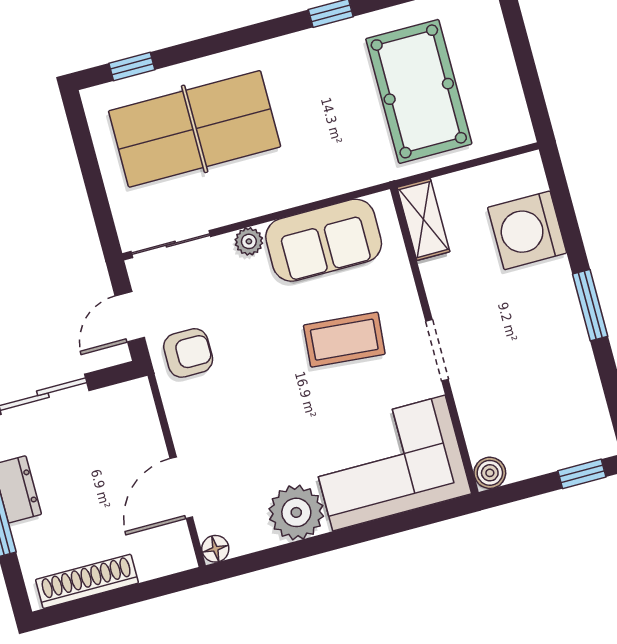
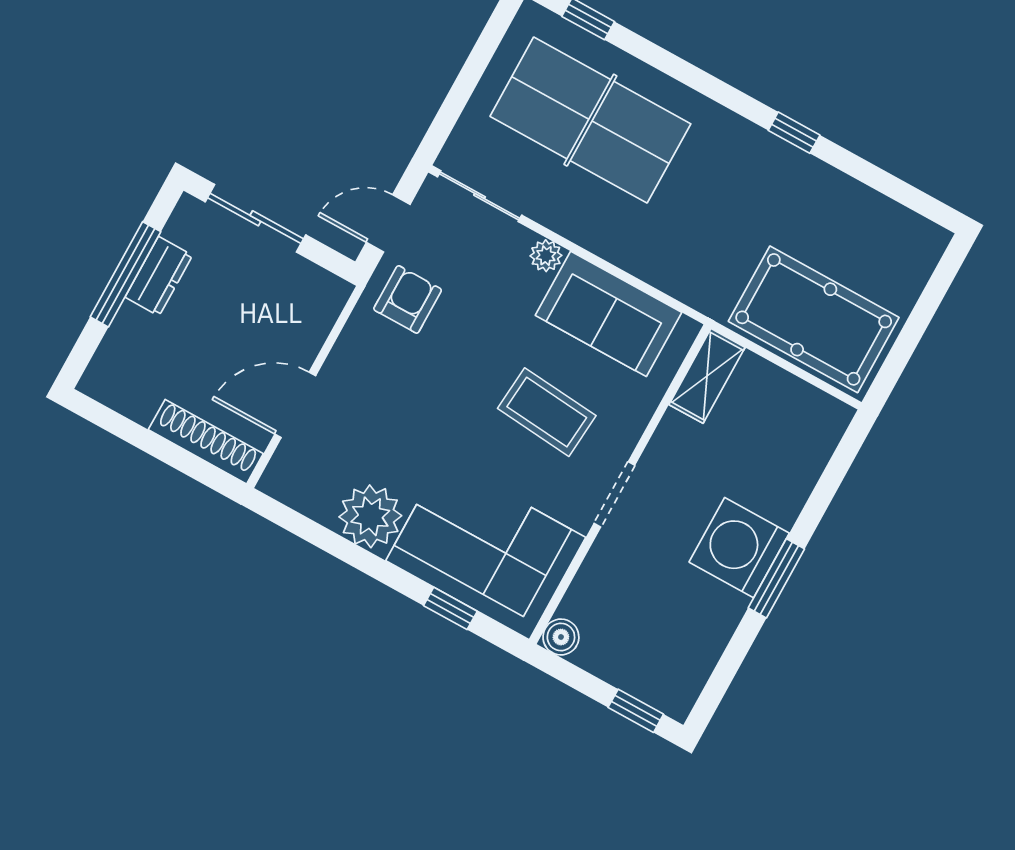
pool table: (419, 91) -> (814, 319), moved, turned 90
washing machine: (527, 230) -> (739, 548), moved
armchair: (188, 353) -> (408, 299), turned -90
window: (403, 522) -> (450, 608), added
floor lamp: (215, 549) -> (275, 482), removed
shoe rack: (87, 581) -> (206, 442), moved

